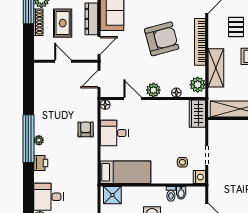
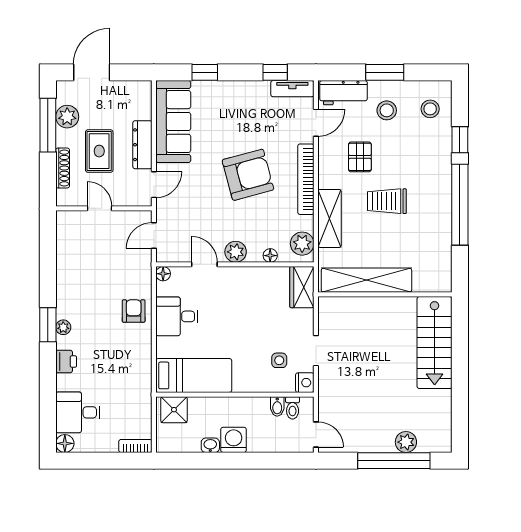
shoe rack: (38, 22) -> (63, 168), moved
window: (28, 139) -> (48, 325), width x0.47
toilet: (171, 194) -> (293, 408), moved

